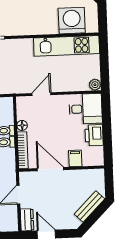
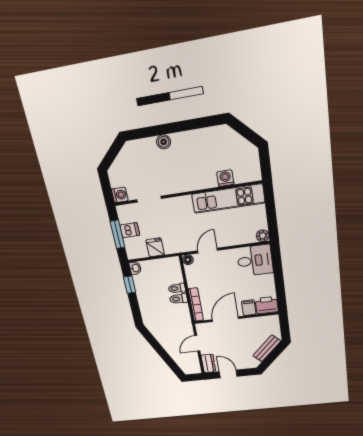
washing machine: (72, 21) -> (225, 178), width x0.53, depth x0.53
floor lamp: (22, 125) -> (188, 260), moved
printer: (94, 135) -> (267, 305), moved, turned 90
door: (50, 169) -> (225, 319), hinge flipped

